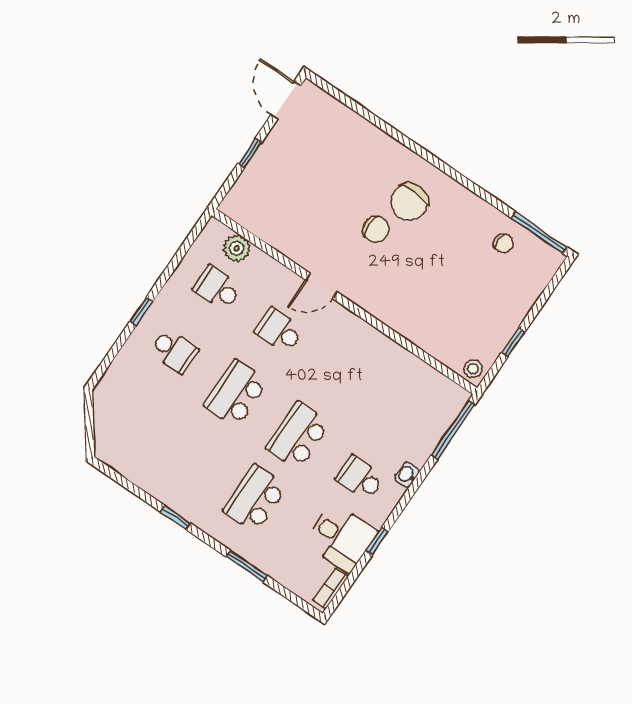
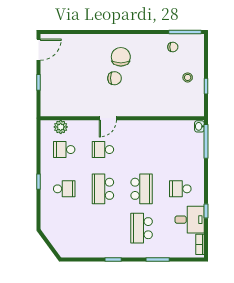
door: (286, 100) -> (39, 50), swing flipped
chair: (409, 202) -> (121, 57), turned 180
stool: (473, 369) -> (188, 77), moved
school desk: (298, 436) -> (142, 189), turned 180
washbasin: (407, 475) -> (199, 126), moved

